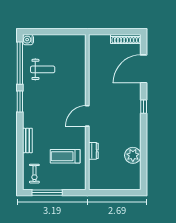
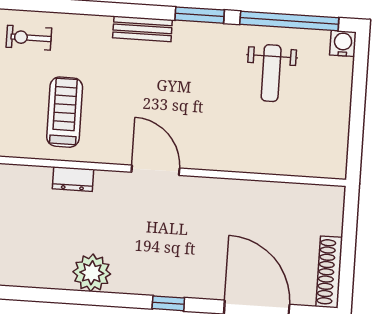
bench: (27, 140) -> (142, 29), moved
plant: (133, 155) -> (92, 273), moved

